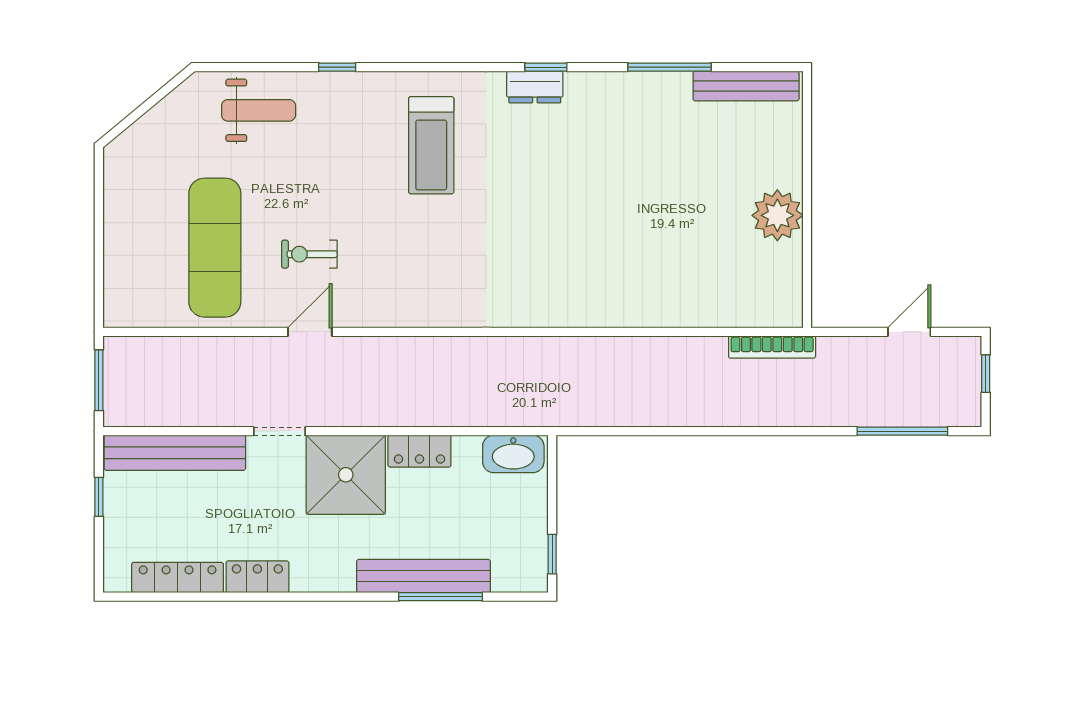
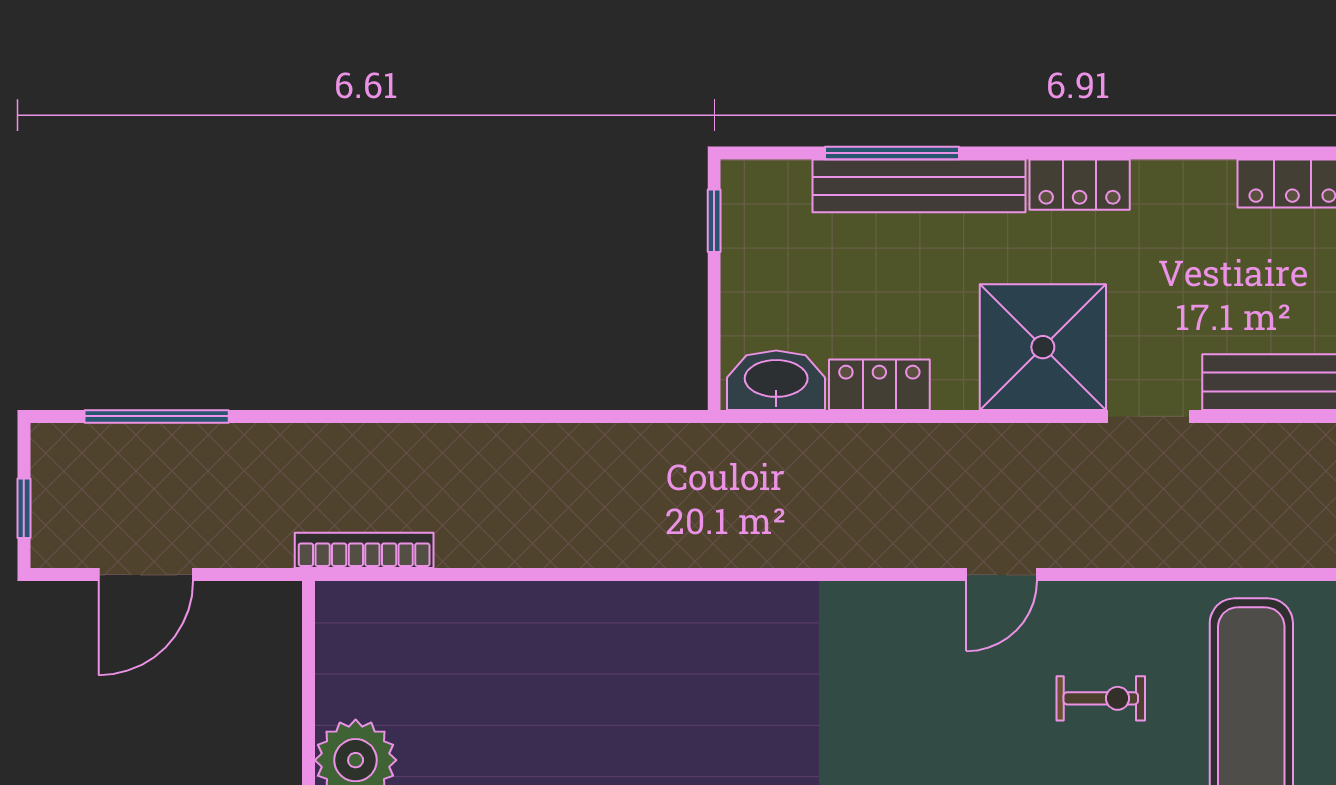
door: (310, 332) -> (1001, 575), moved
door: (909, 332) -> (146, 575), width x1.38
locker: (419, 451) -> (879, 385), moved
locker: (257, 577) -> (1080, 185), moved

